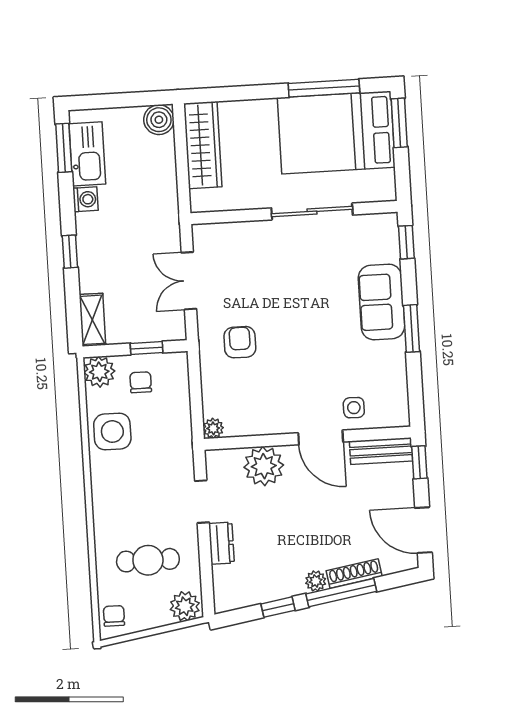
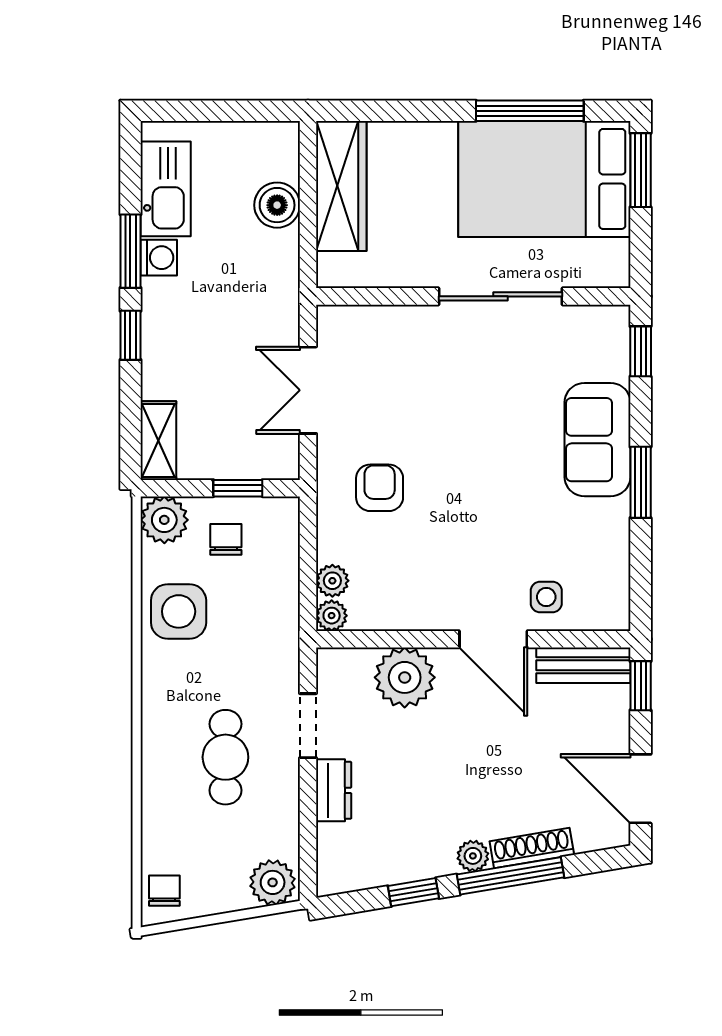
boiler: (159, 120) -> (277, 205), moved
window: (64, 148) -> (130, 251), moved
plant: (212, 405) -> (332, 581), added
cafe table: (148, 560) -> (225, 757), moved, turned 90

